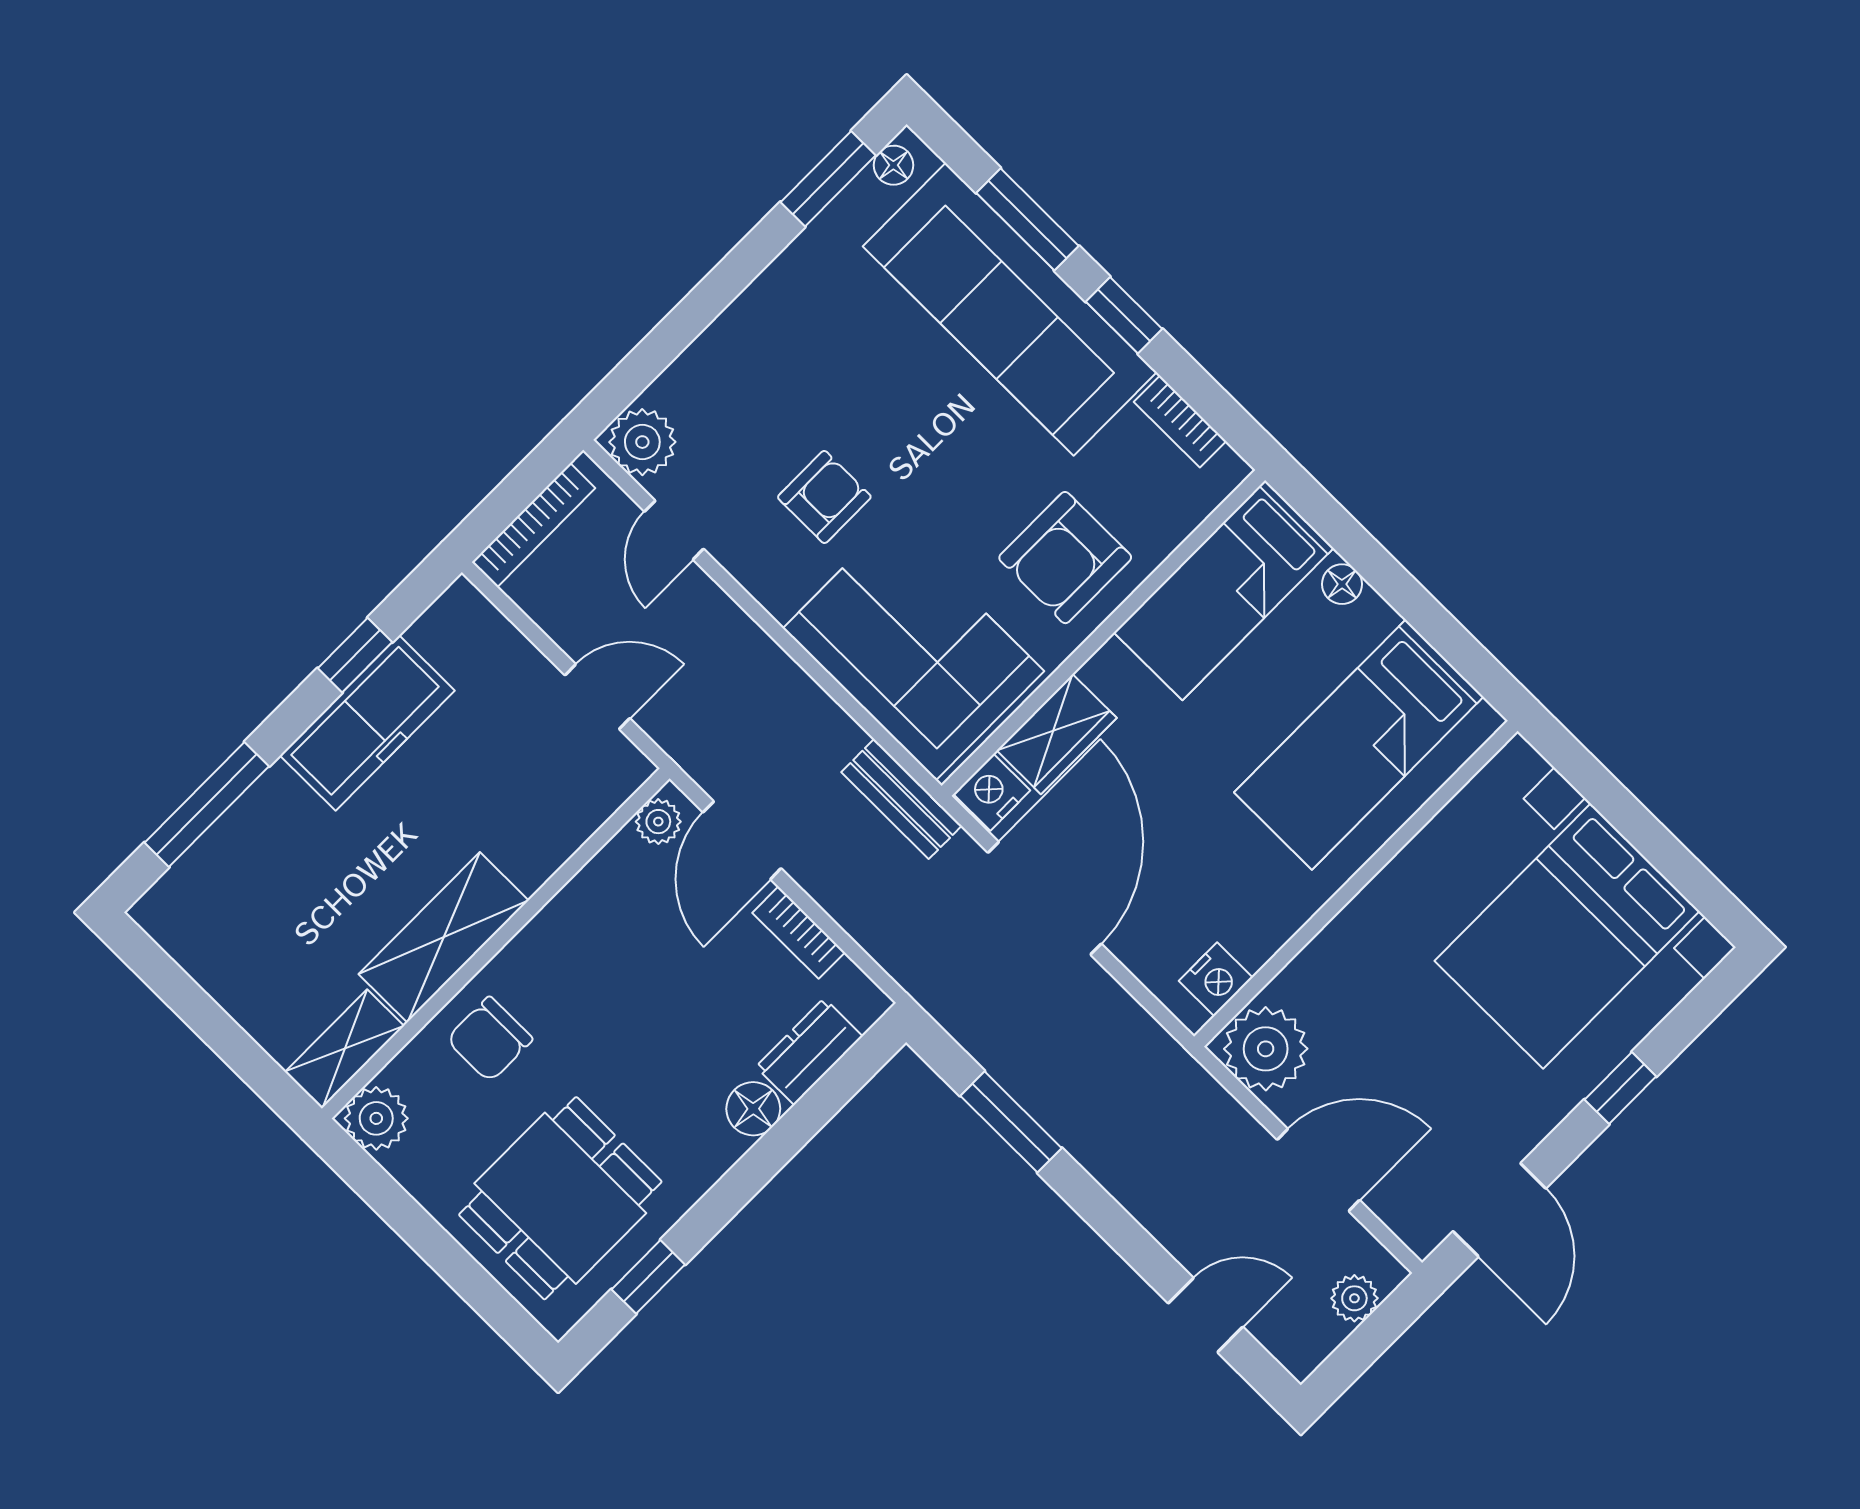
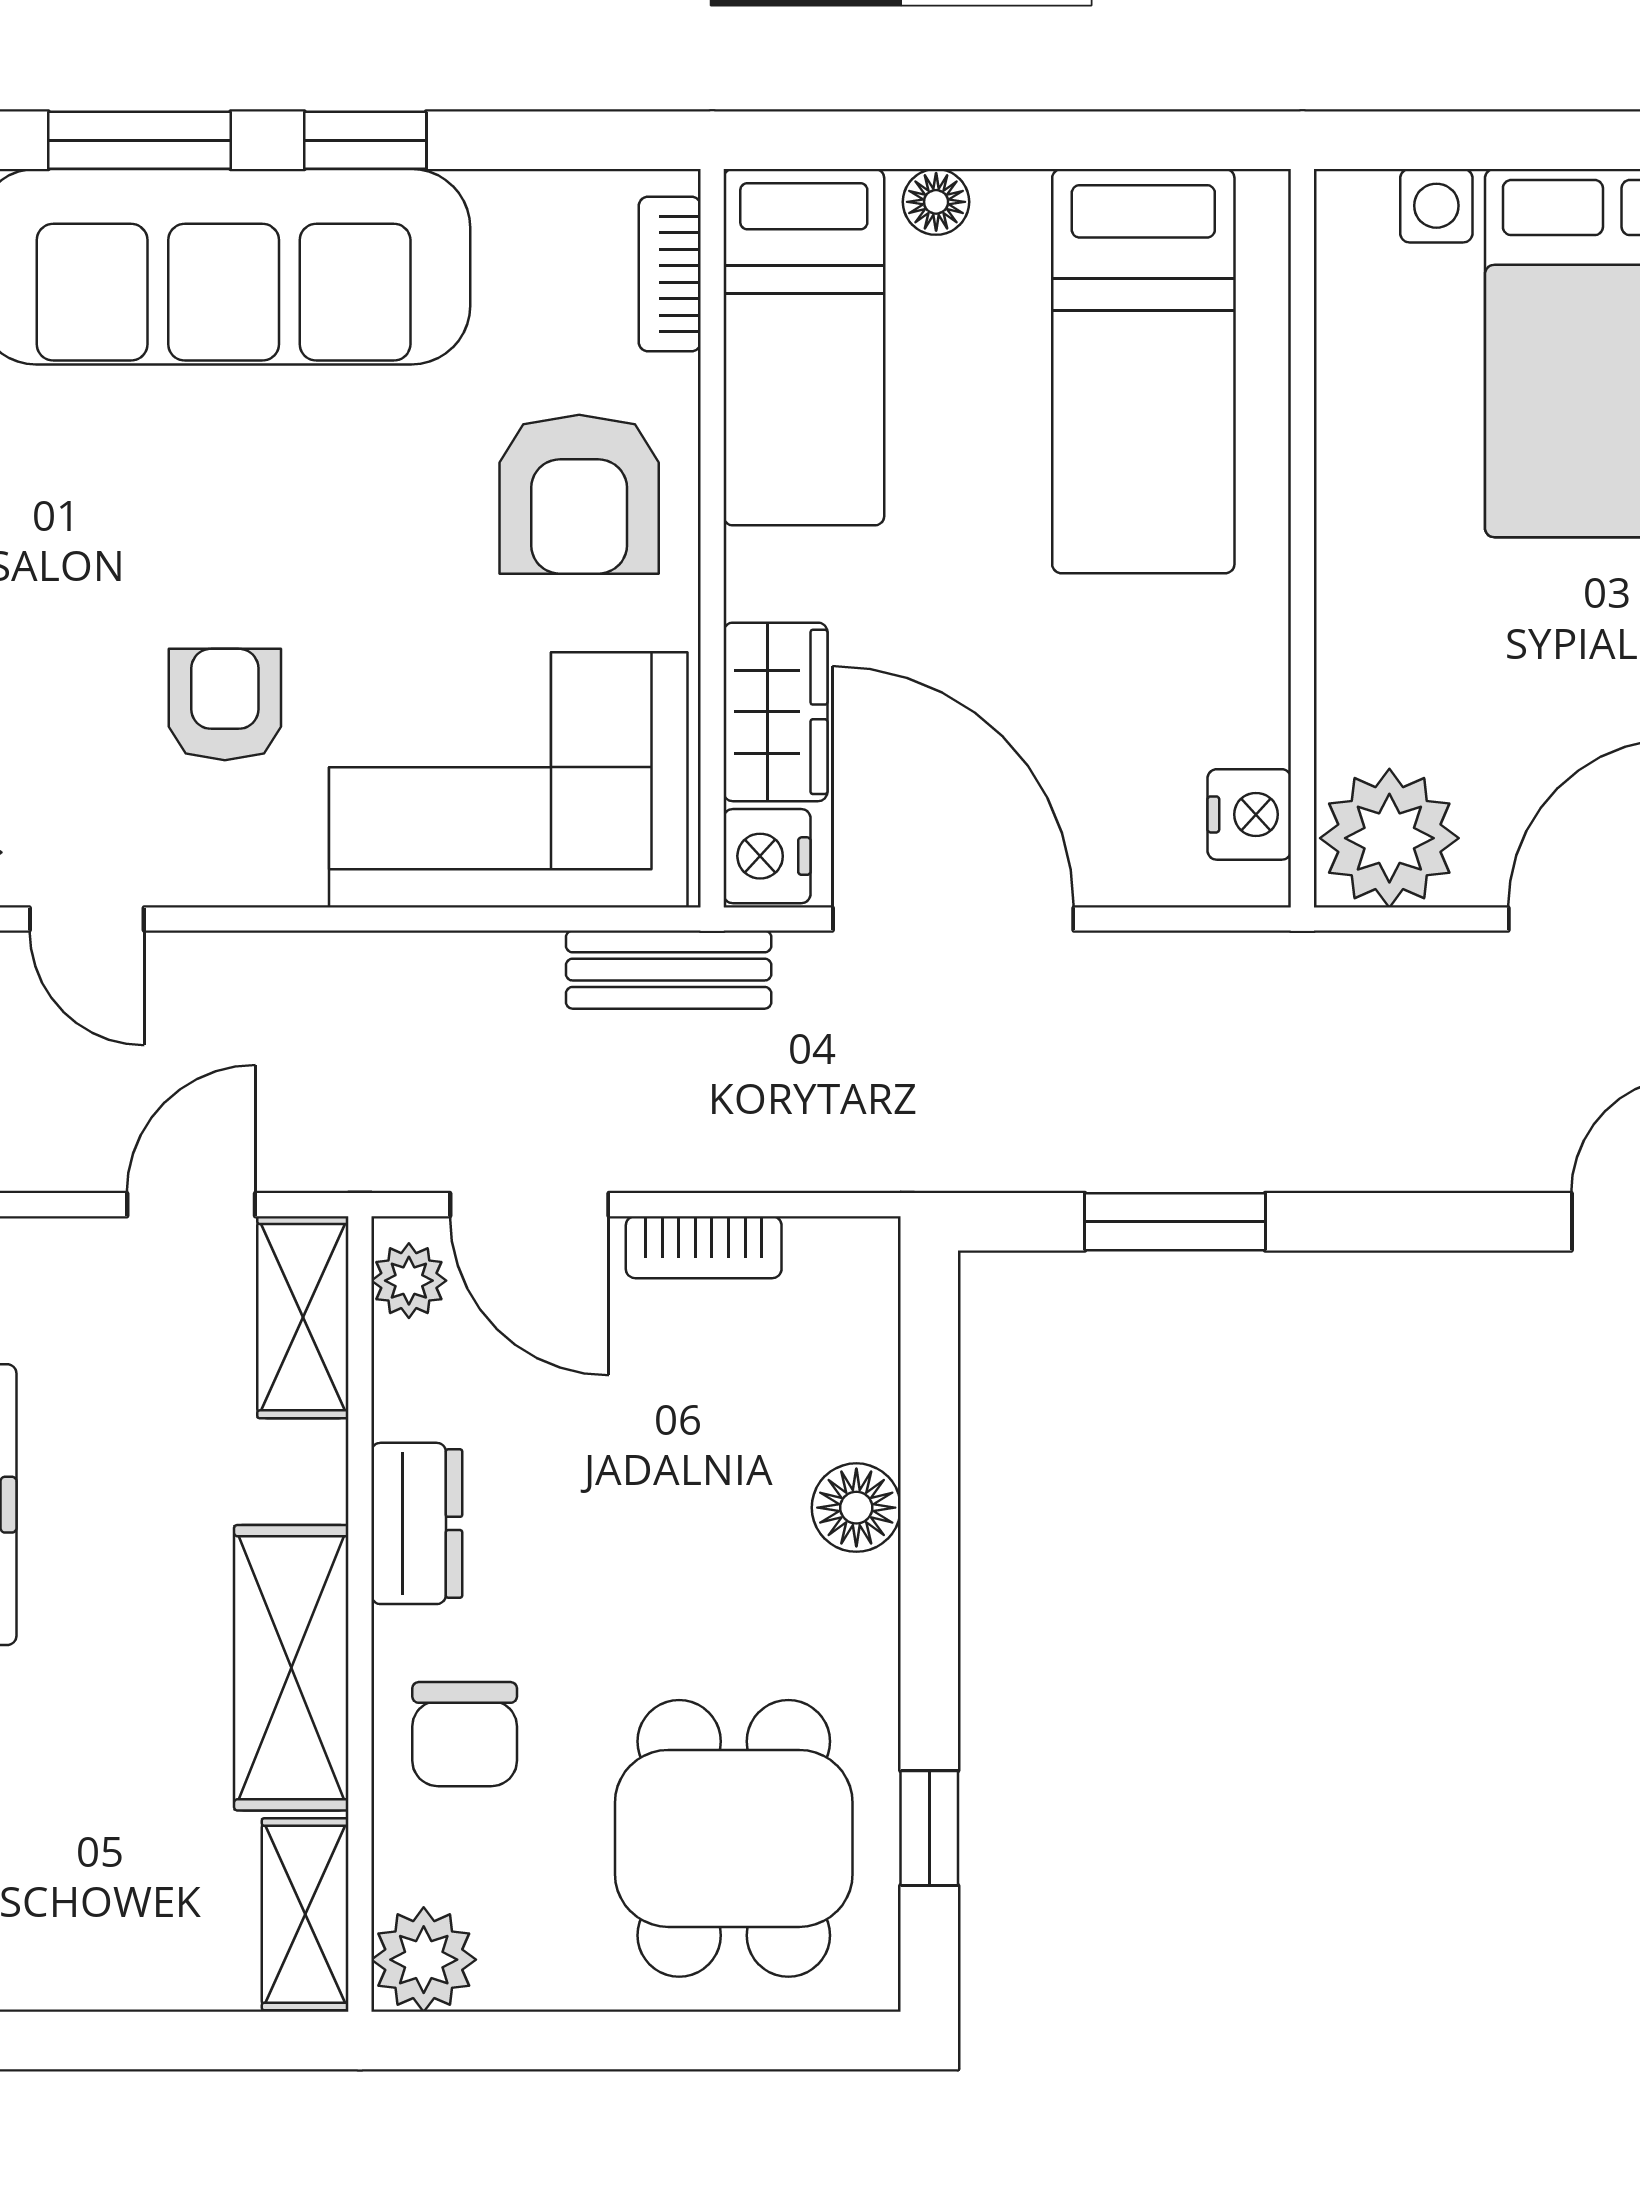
bookcase: (1180, 421) -> (670, 274), moved, turned 90
shelving: (597, 792) -> (303, 1317), added
dresser: (809, 1052) -> (417, 1523), moved, turned 180

